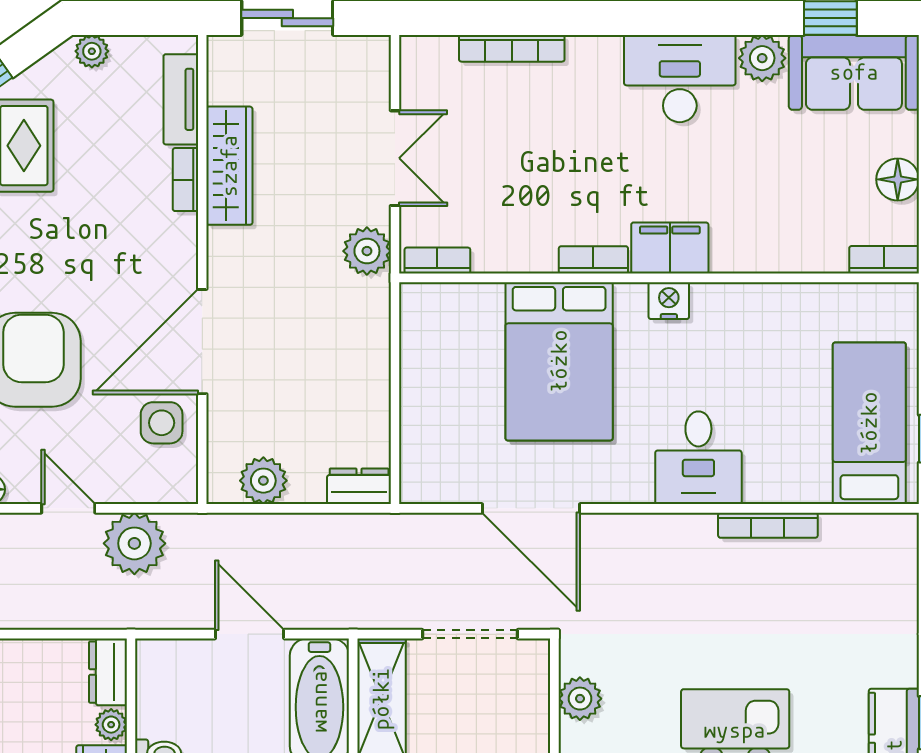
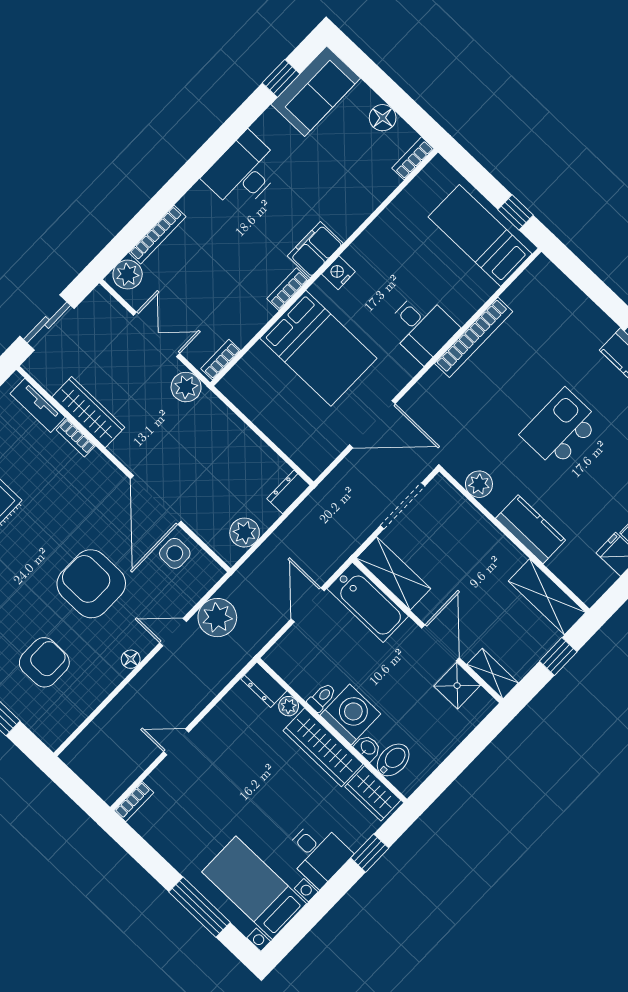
plant: (762, 58) -> (128, 275), moved
bookcase: (768, 525) -> (474, 337), width x1.48, depth x1.31
door: (250, 634) -> (308, 605), hinge flipped

